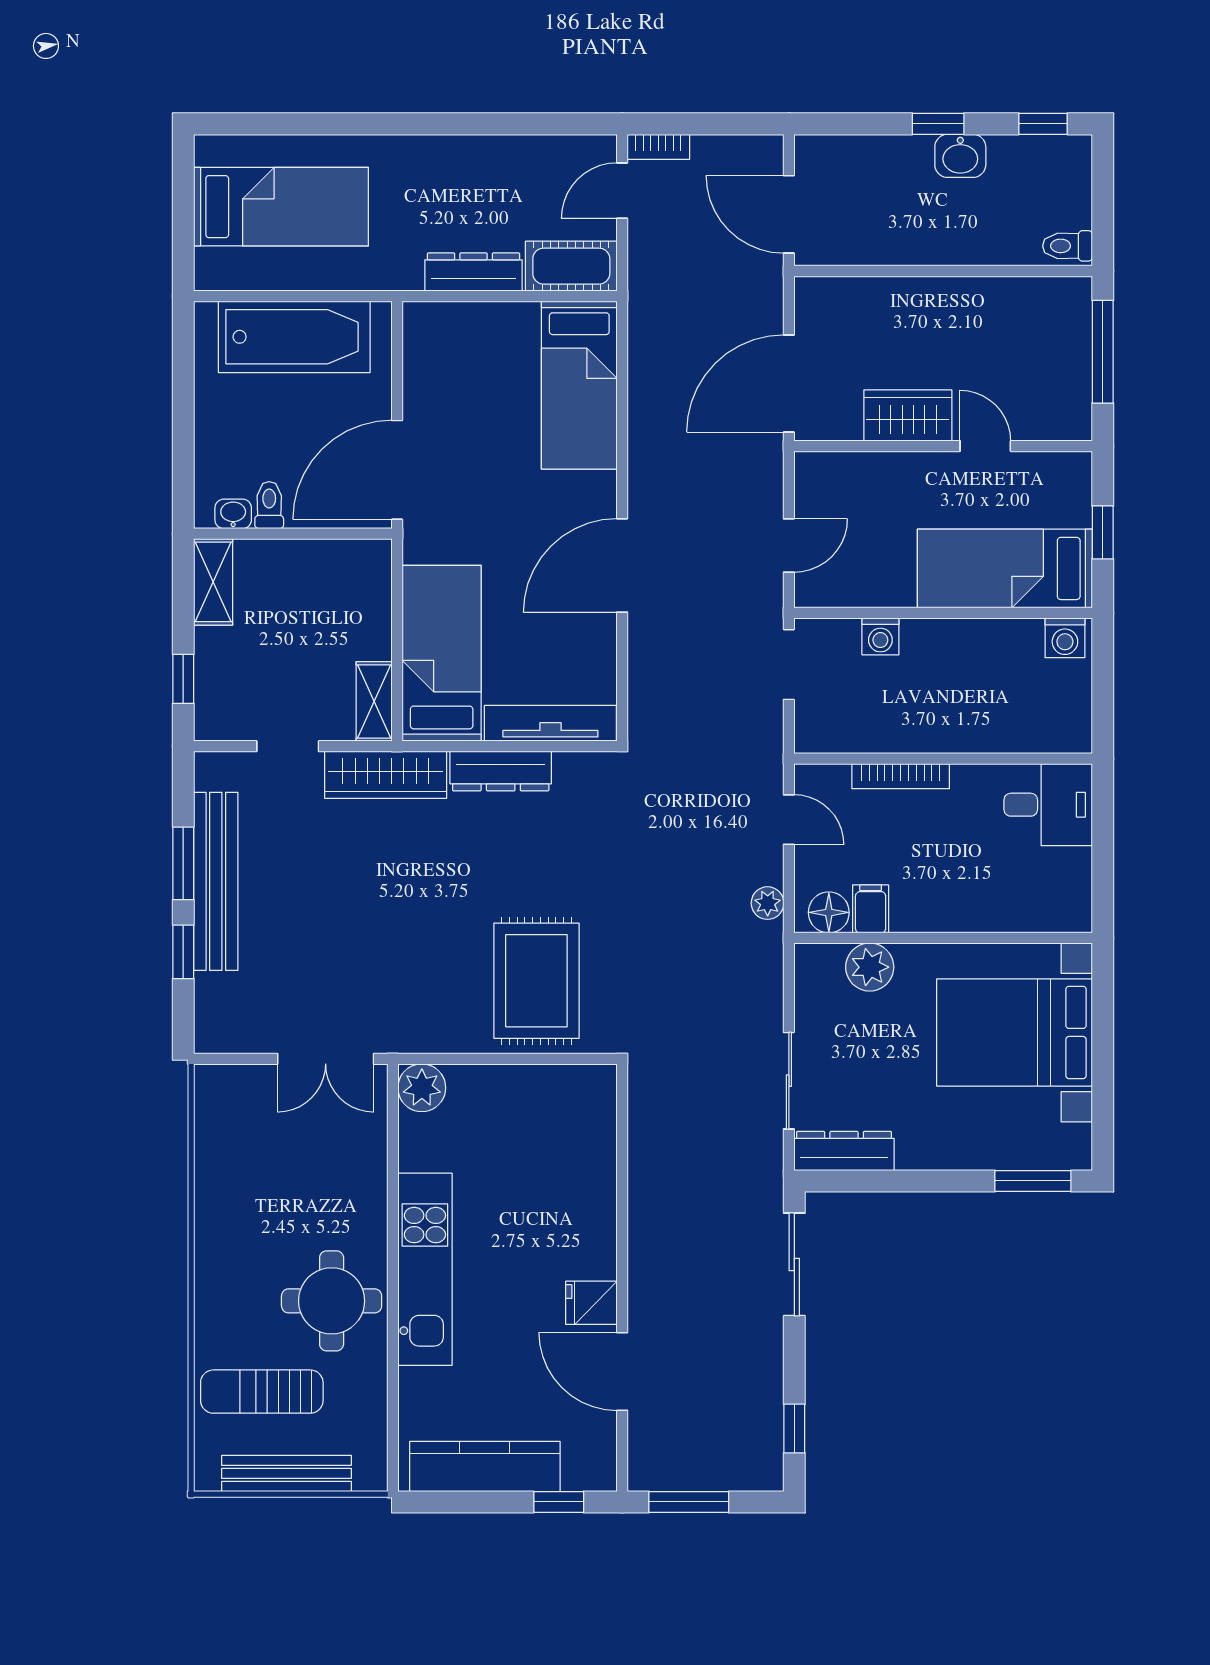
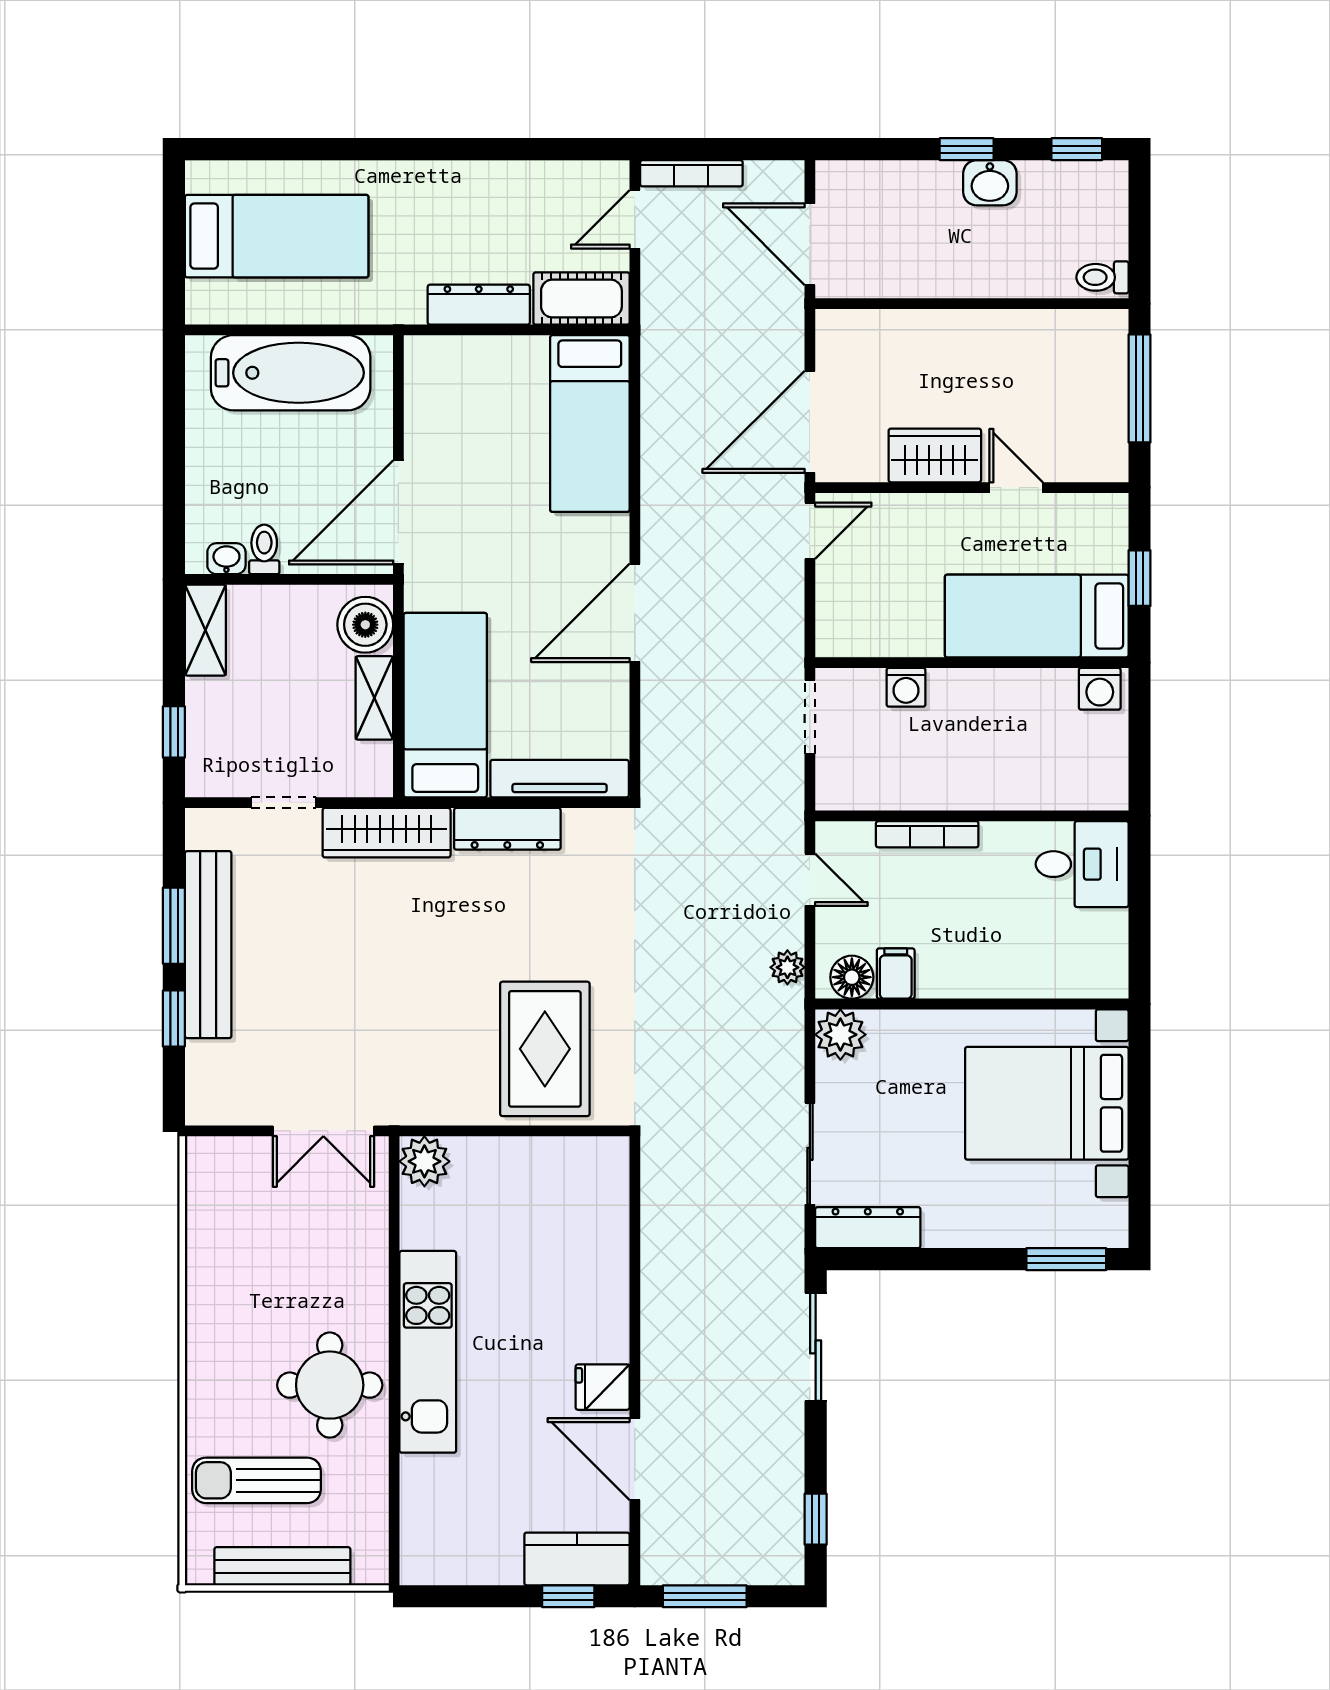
bookcase: (658, 147) -> (691, 173), width x1.56
door: (789, 546) -> (810, 531), moved
boiler: (365, 577) -> (365, 625), added
shelving: (374, 701) -> (374, 698), moved
plant: (870, 967) -> (840, 1035), moved
kitchen counter: (485, 1466) -> (577, 1559), moved, width x0.67

